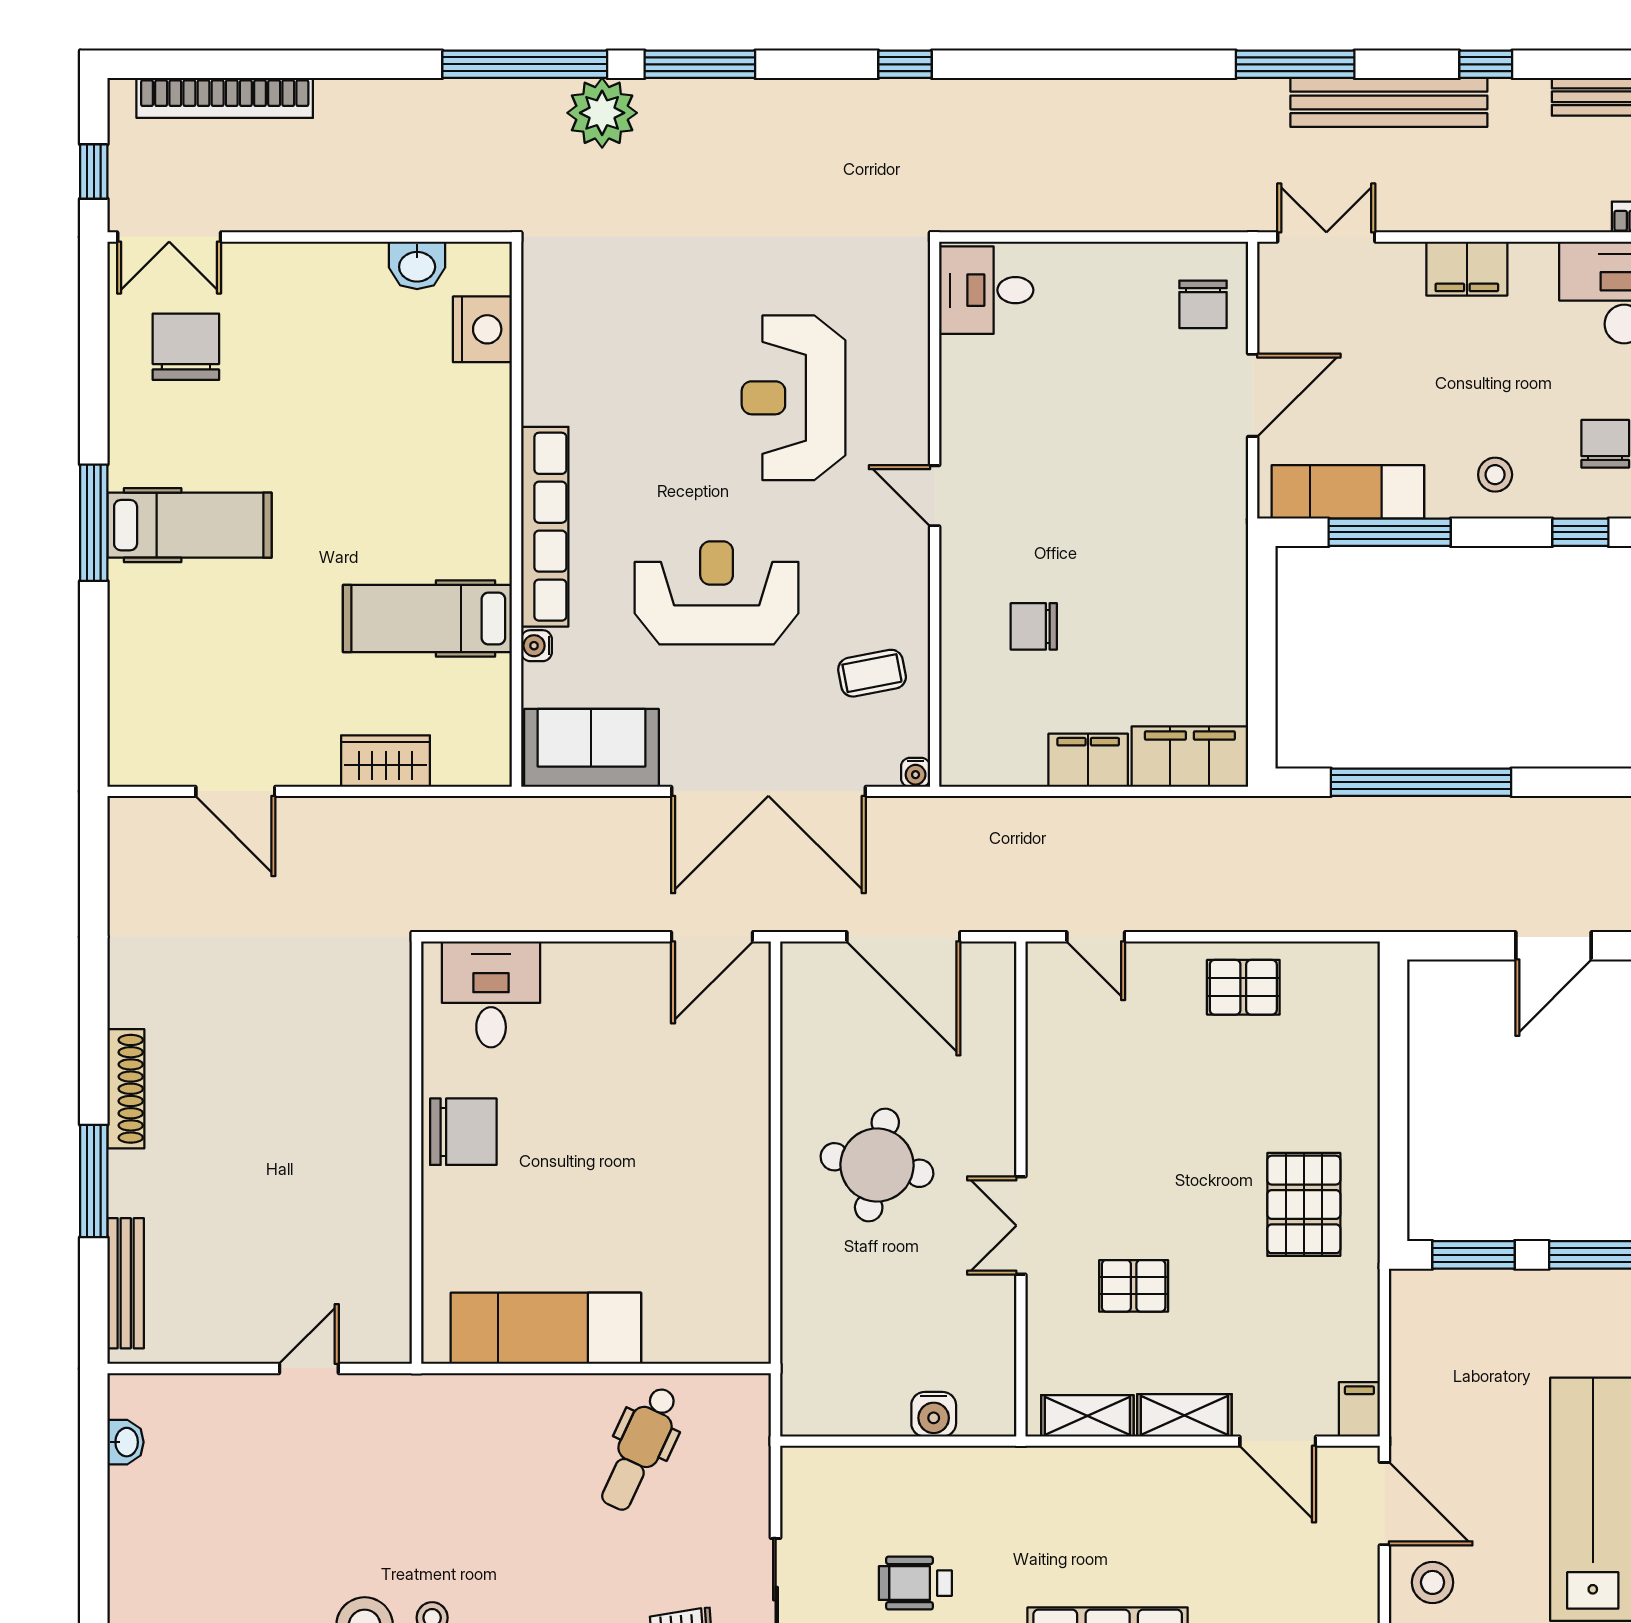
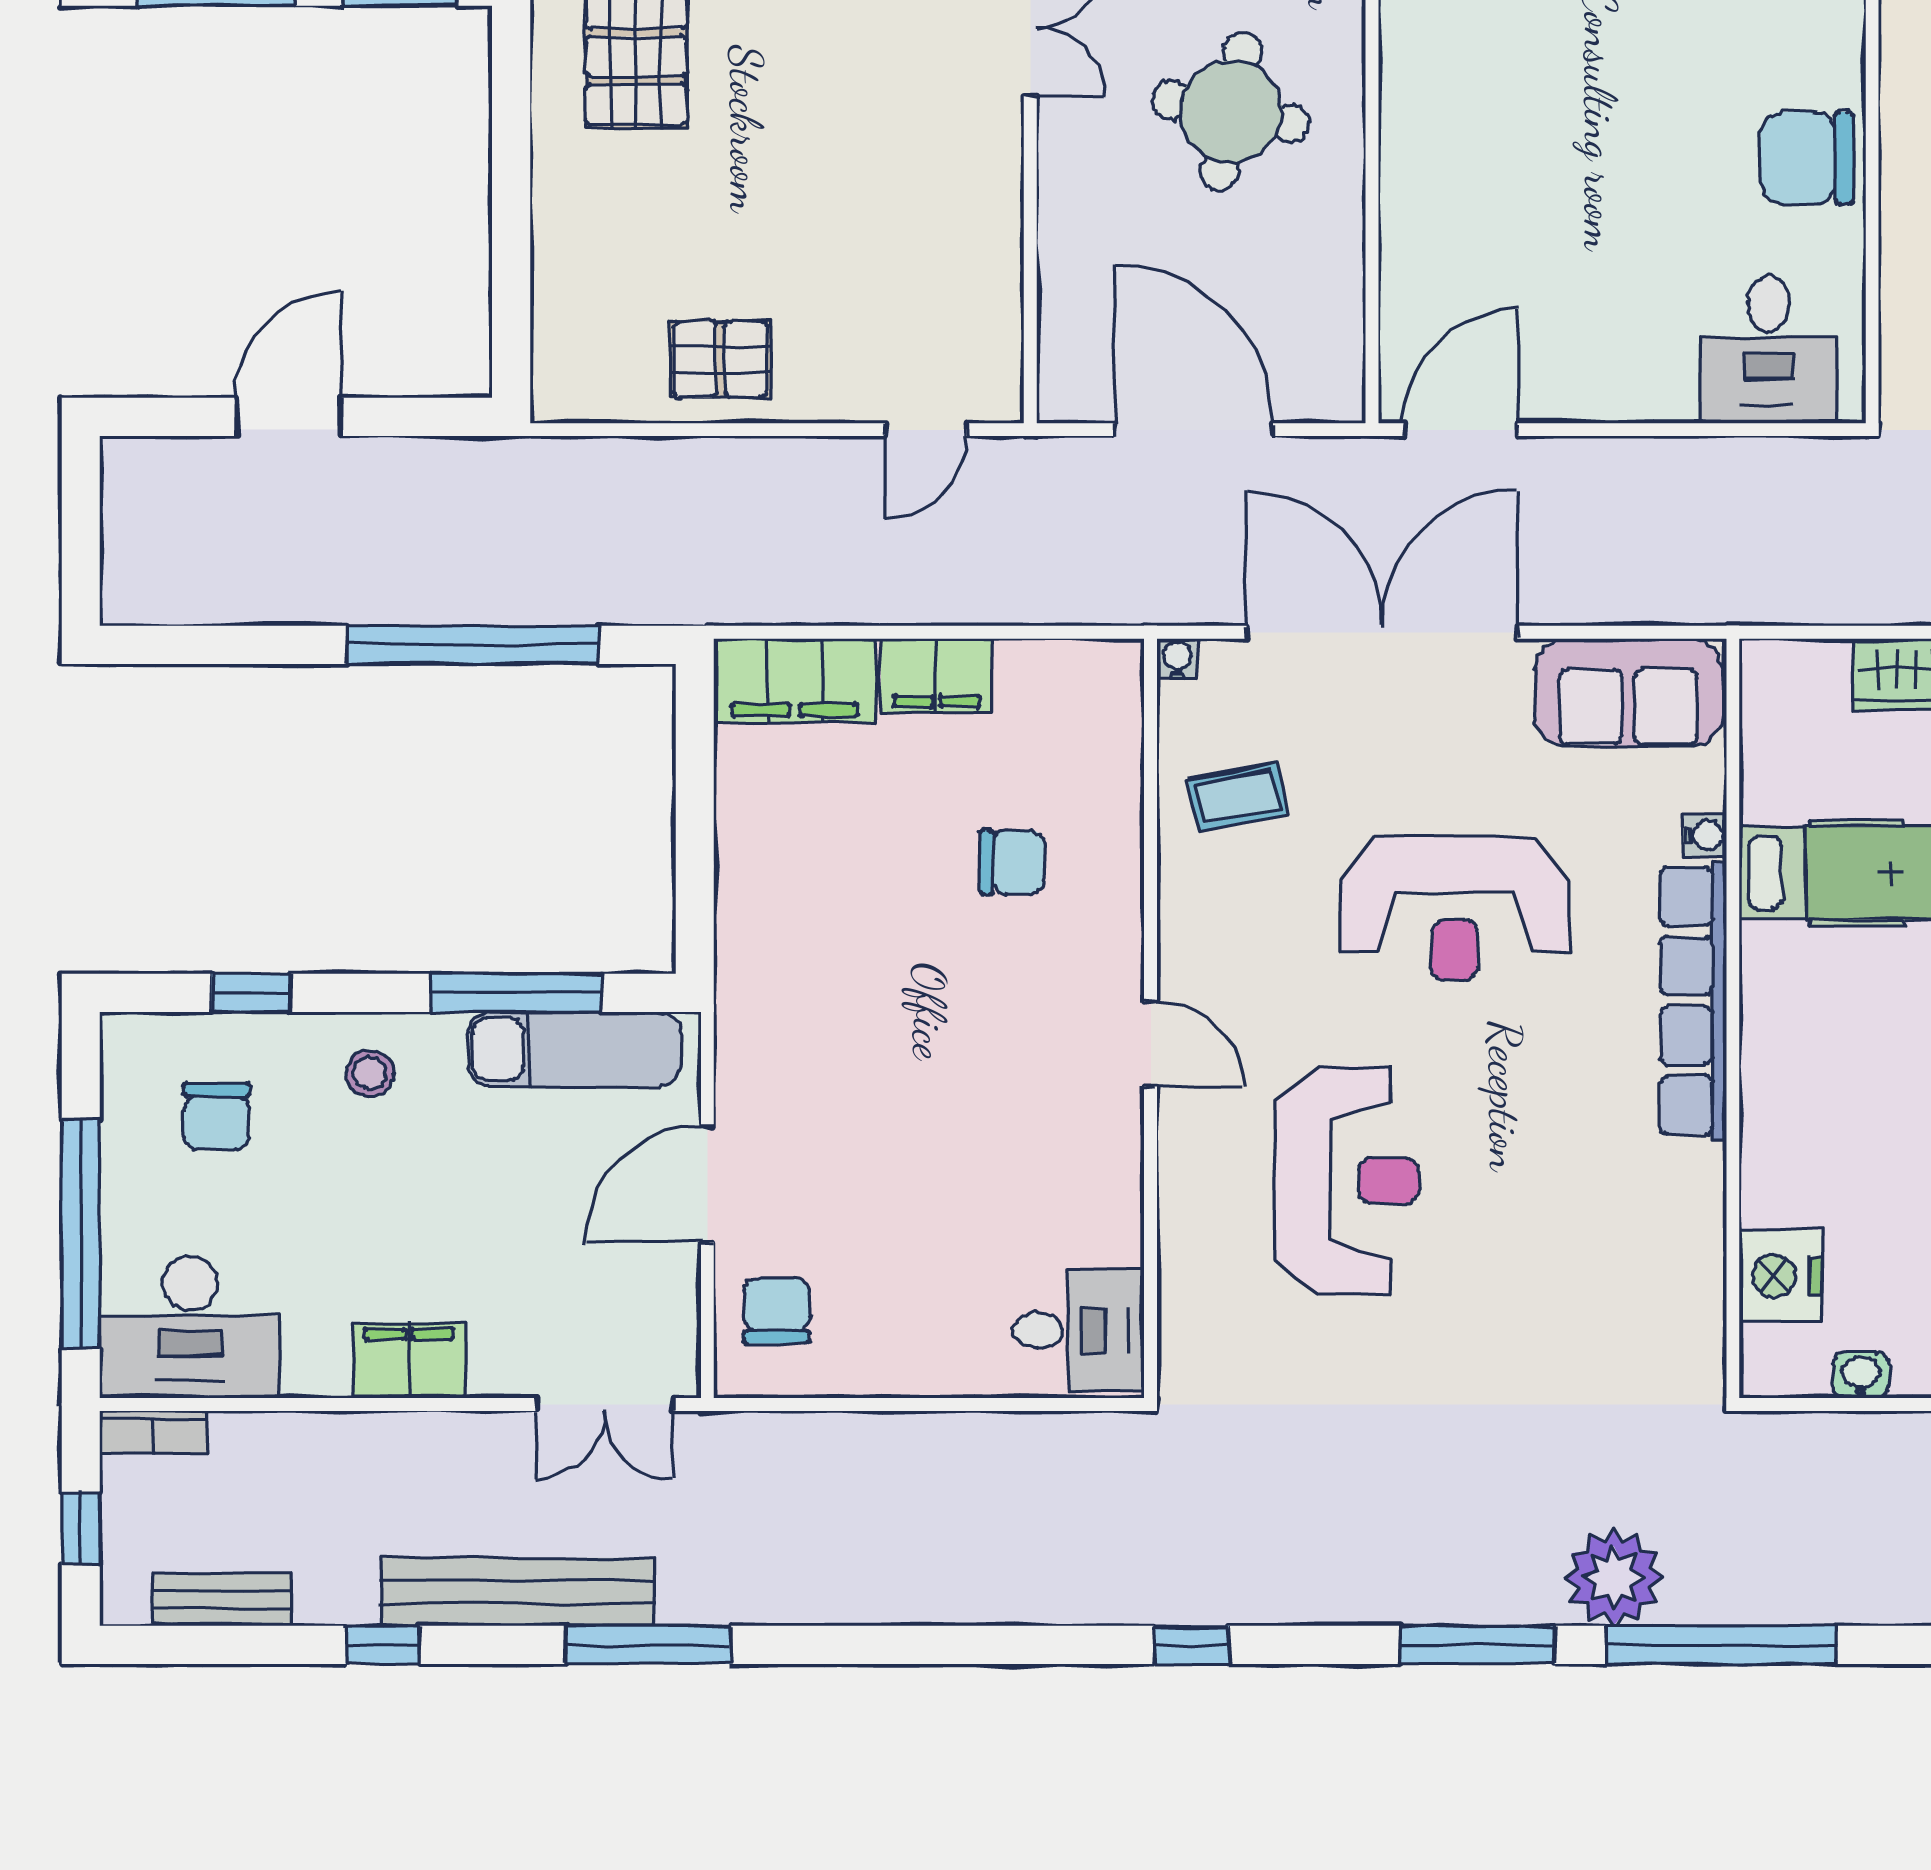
washbasin: (417, 265) -> (1861, 1375), width x0.72, depth x0.69
door: (1096, 937) -> (926, 430), swing flipped

